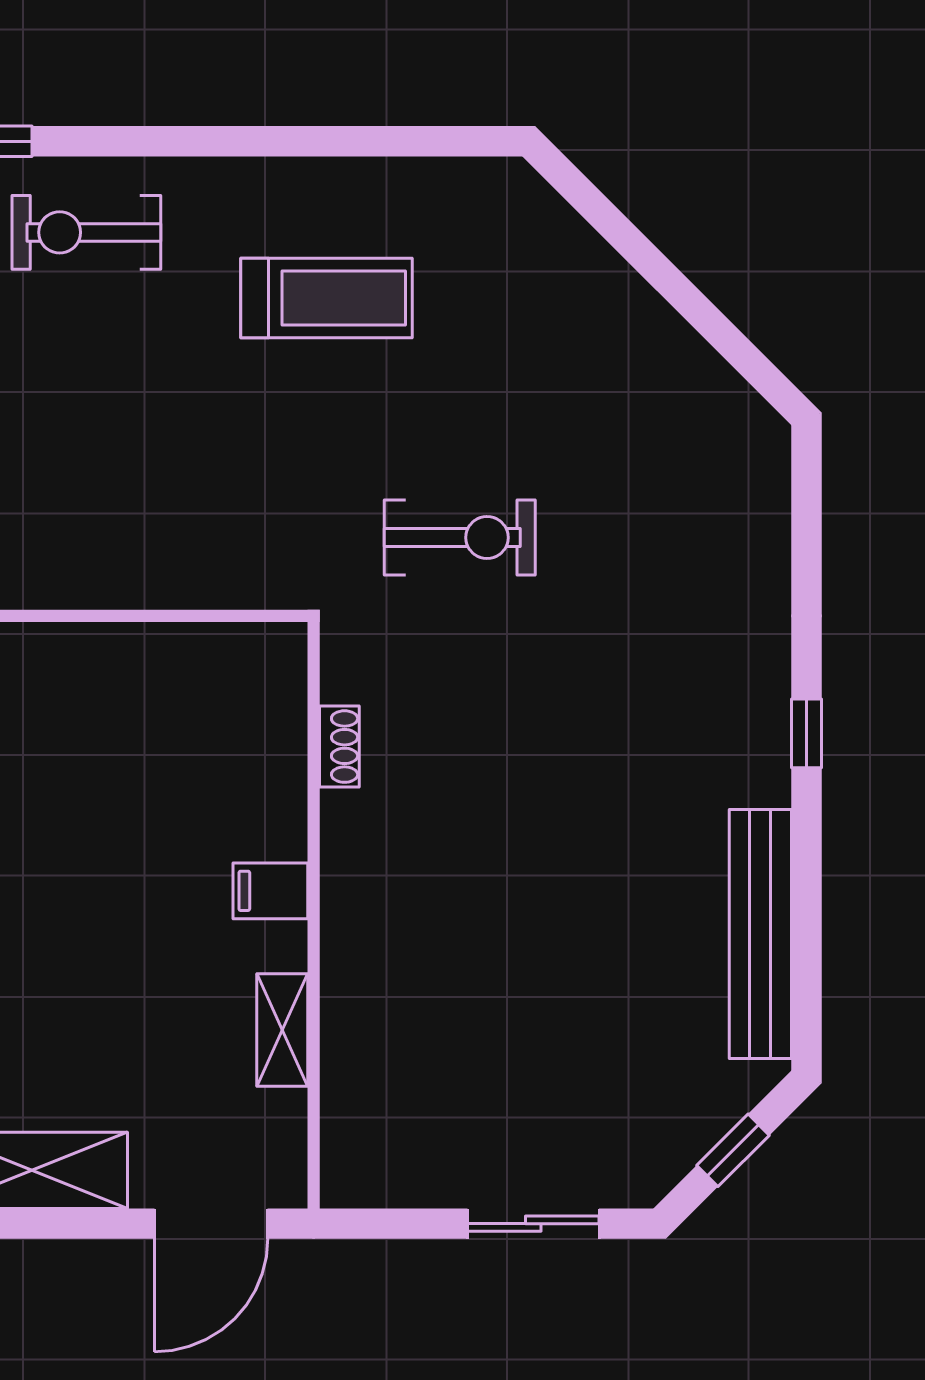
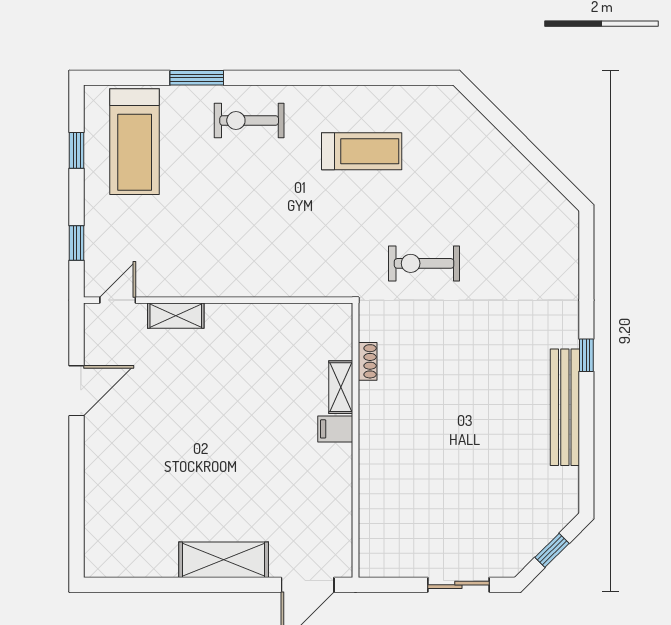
exercise bike: (460, 538) -> (424, 263), turned 180
bench: (760, 934) -> (565, 407), moved
shelving: (282, 1030) -> (341, 387), moved

